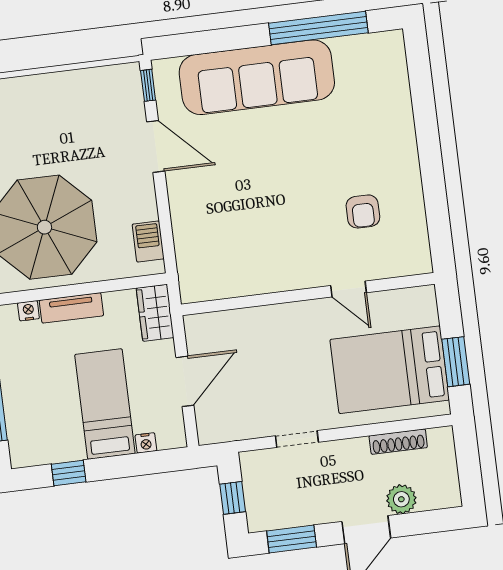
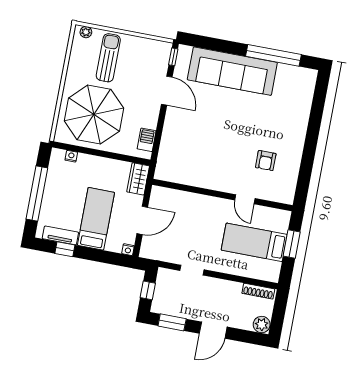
sun lounger: (38, 122) -> (108, 58), added
tv unit: (71, 308) -> (60, 235), moved, turned 180
window: (456, 362) -> (292, 244), moved
bed: (390, 370) -> (254, 242), width x0.67
shoe rack: (398, 442) -> (258, 291), moved
nightstand: (146, 443) -> (128, 250), moved
plant: (401, 499) -> (262, 325), moved

